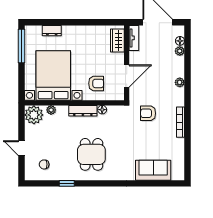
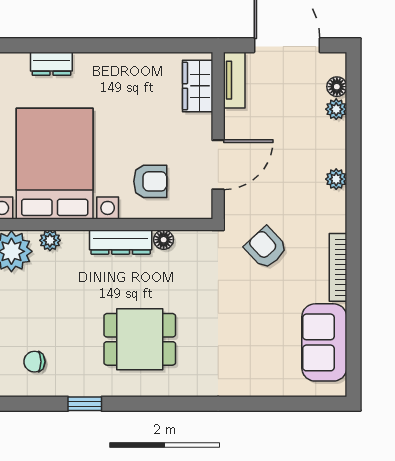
armchair: (148, 113) -> (266, 248), turned 47
dining table: (91, 154) -> (140, 339), turned 90
sofa: (153, 170) -> (324, 342), moved, turned -90

